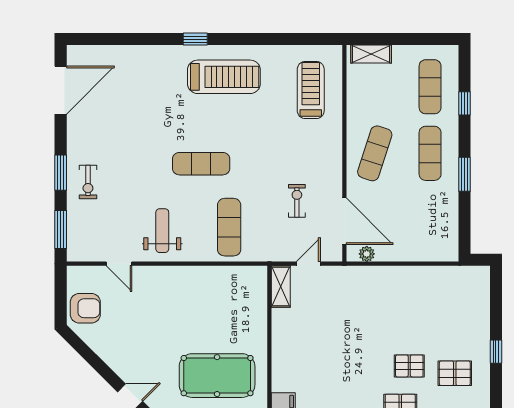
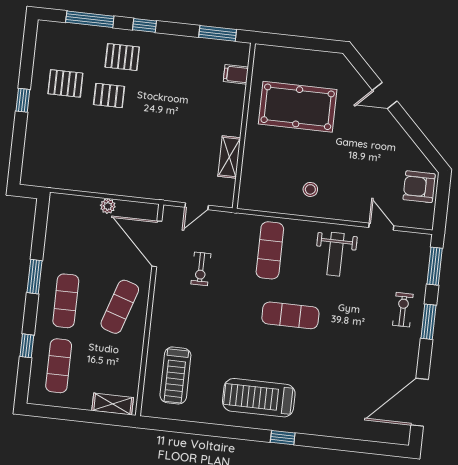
plant: (367, 254) -> (108, 206), moved
shelving: (281, 286) -> (229, 157), moved
stool: (195, 293) -> (310, 189), added

